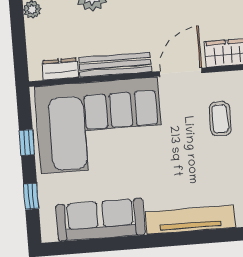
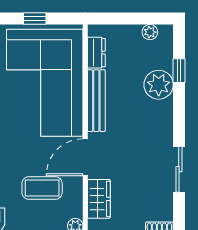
door: (181, 72) -> (85, 157), swing flipped
coffee table: (220, 119) -> (42, 188), width x1.36, depth x1.30

